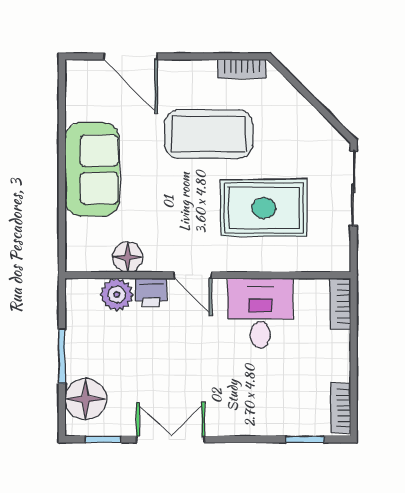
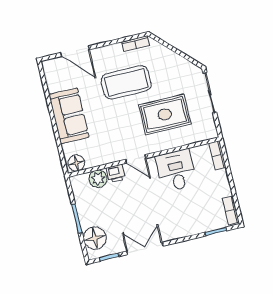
floor lamp: (128, 257) -> (76, 163), moved

